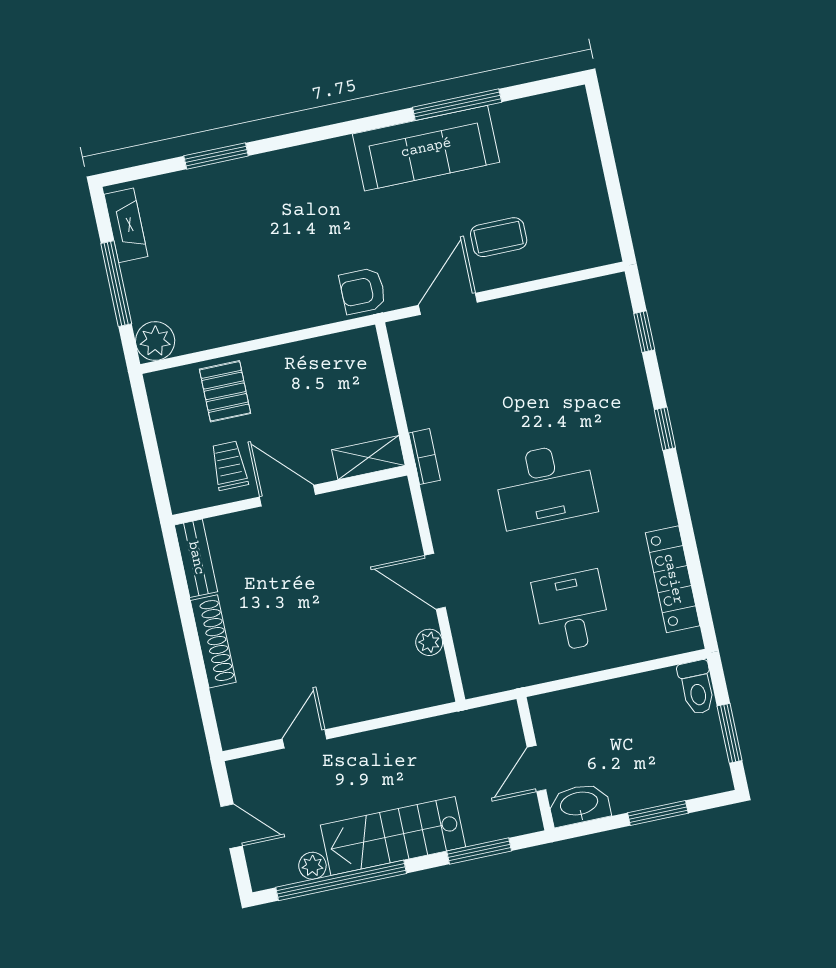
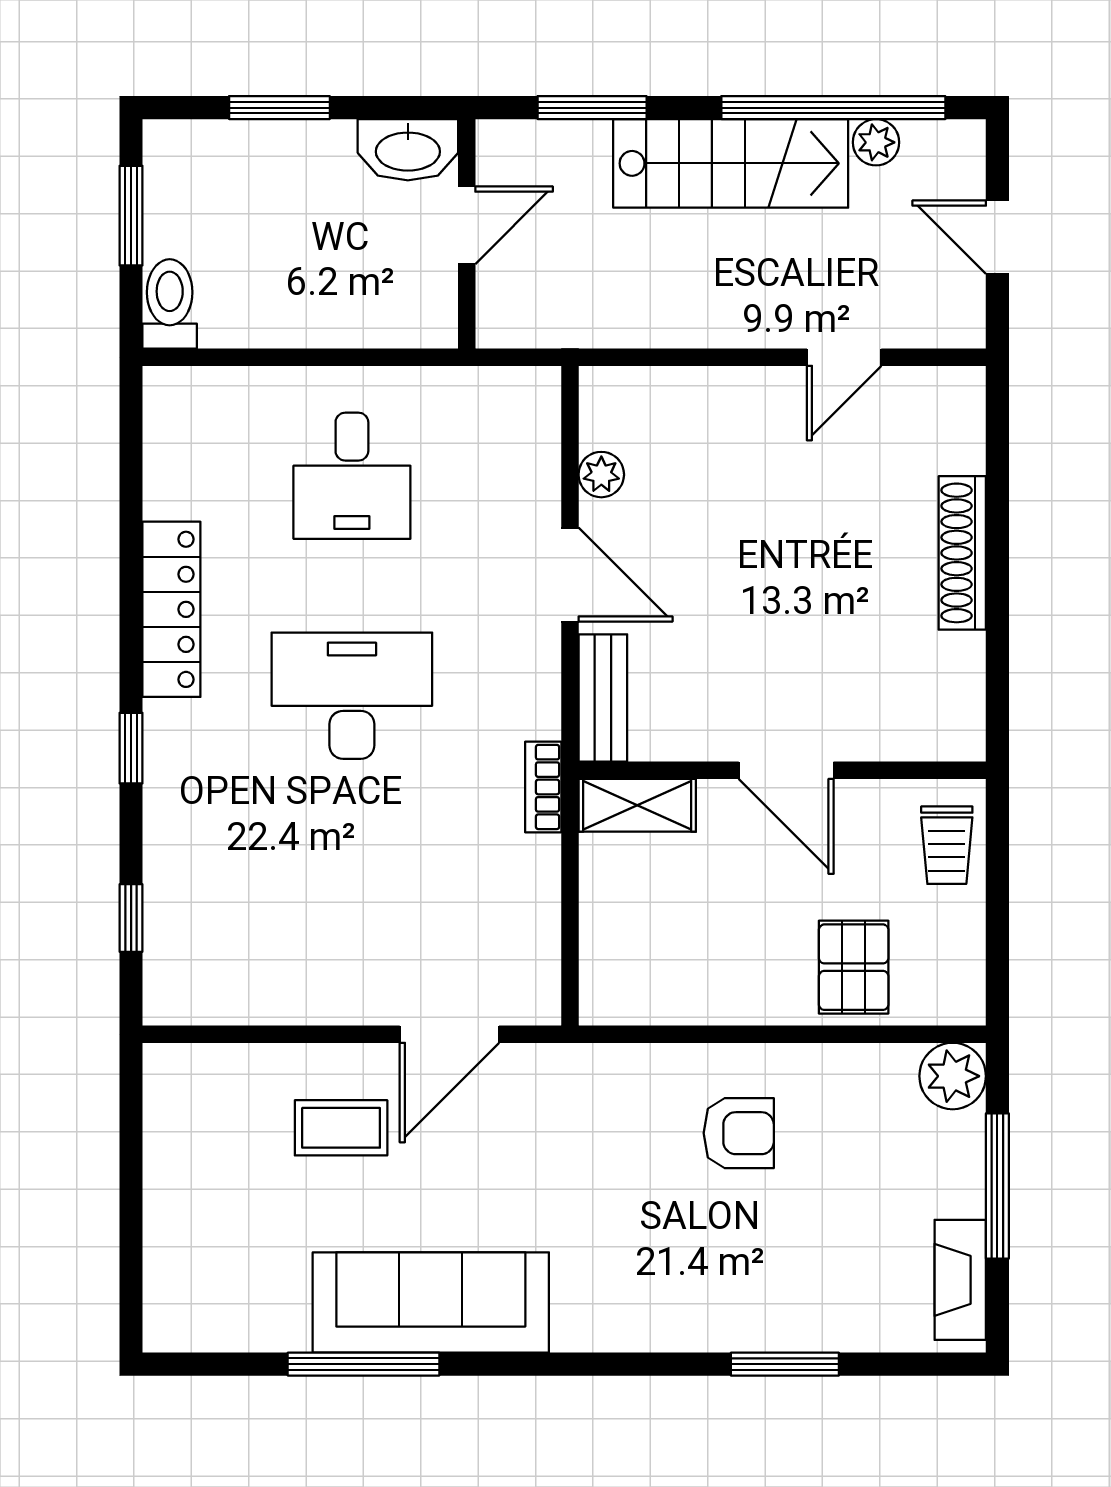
armchair: (363, 291) -> (739, 1133), moved
trolley: (229, 466) -> (947, 845), moved
bench: (196, 558) -> (603, 698), moved
locker: (673, 579) -> (171, 609), moved

